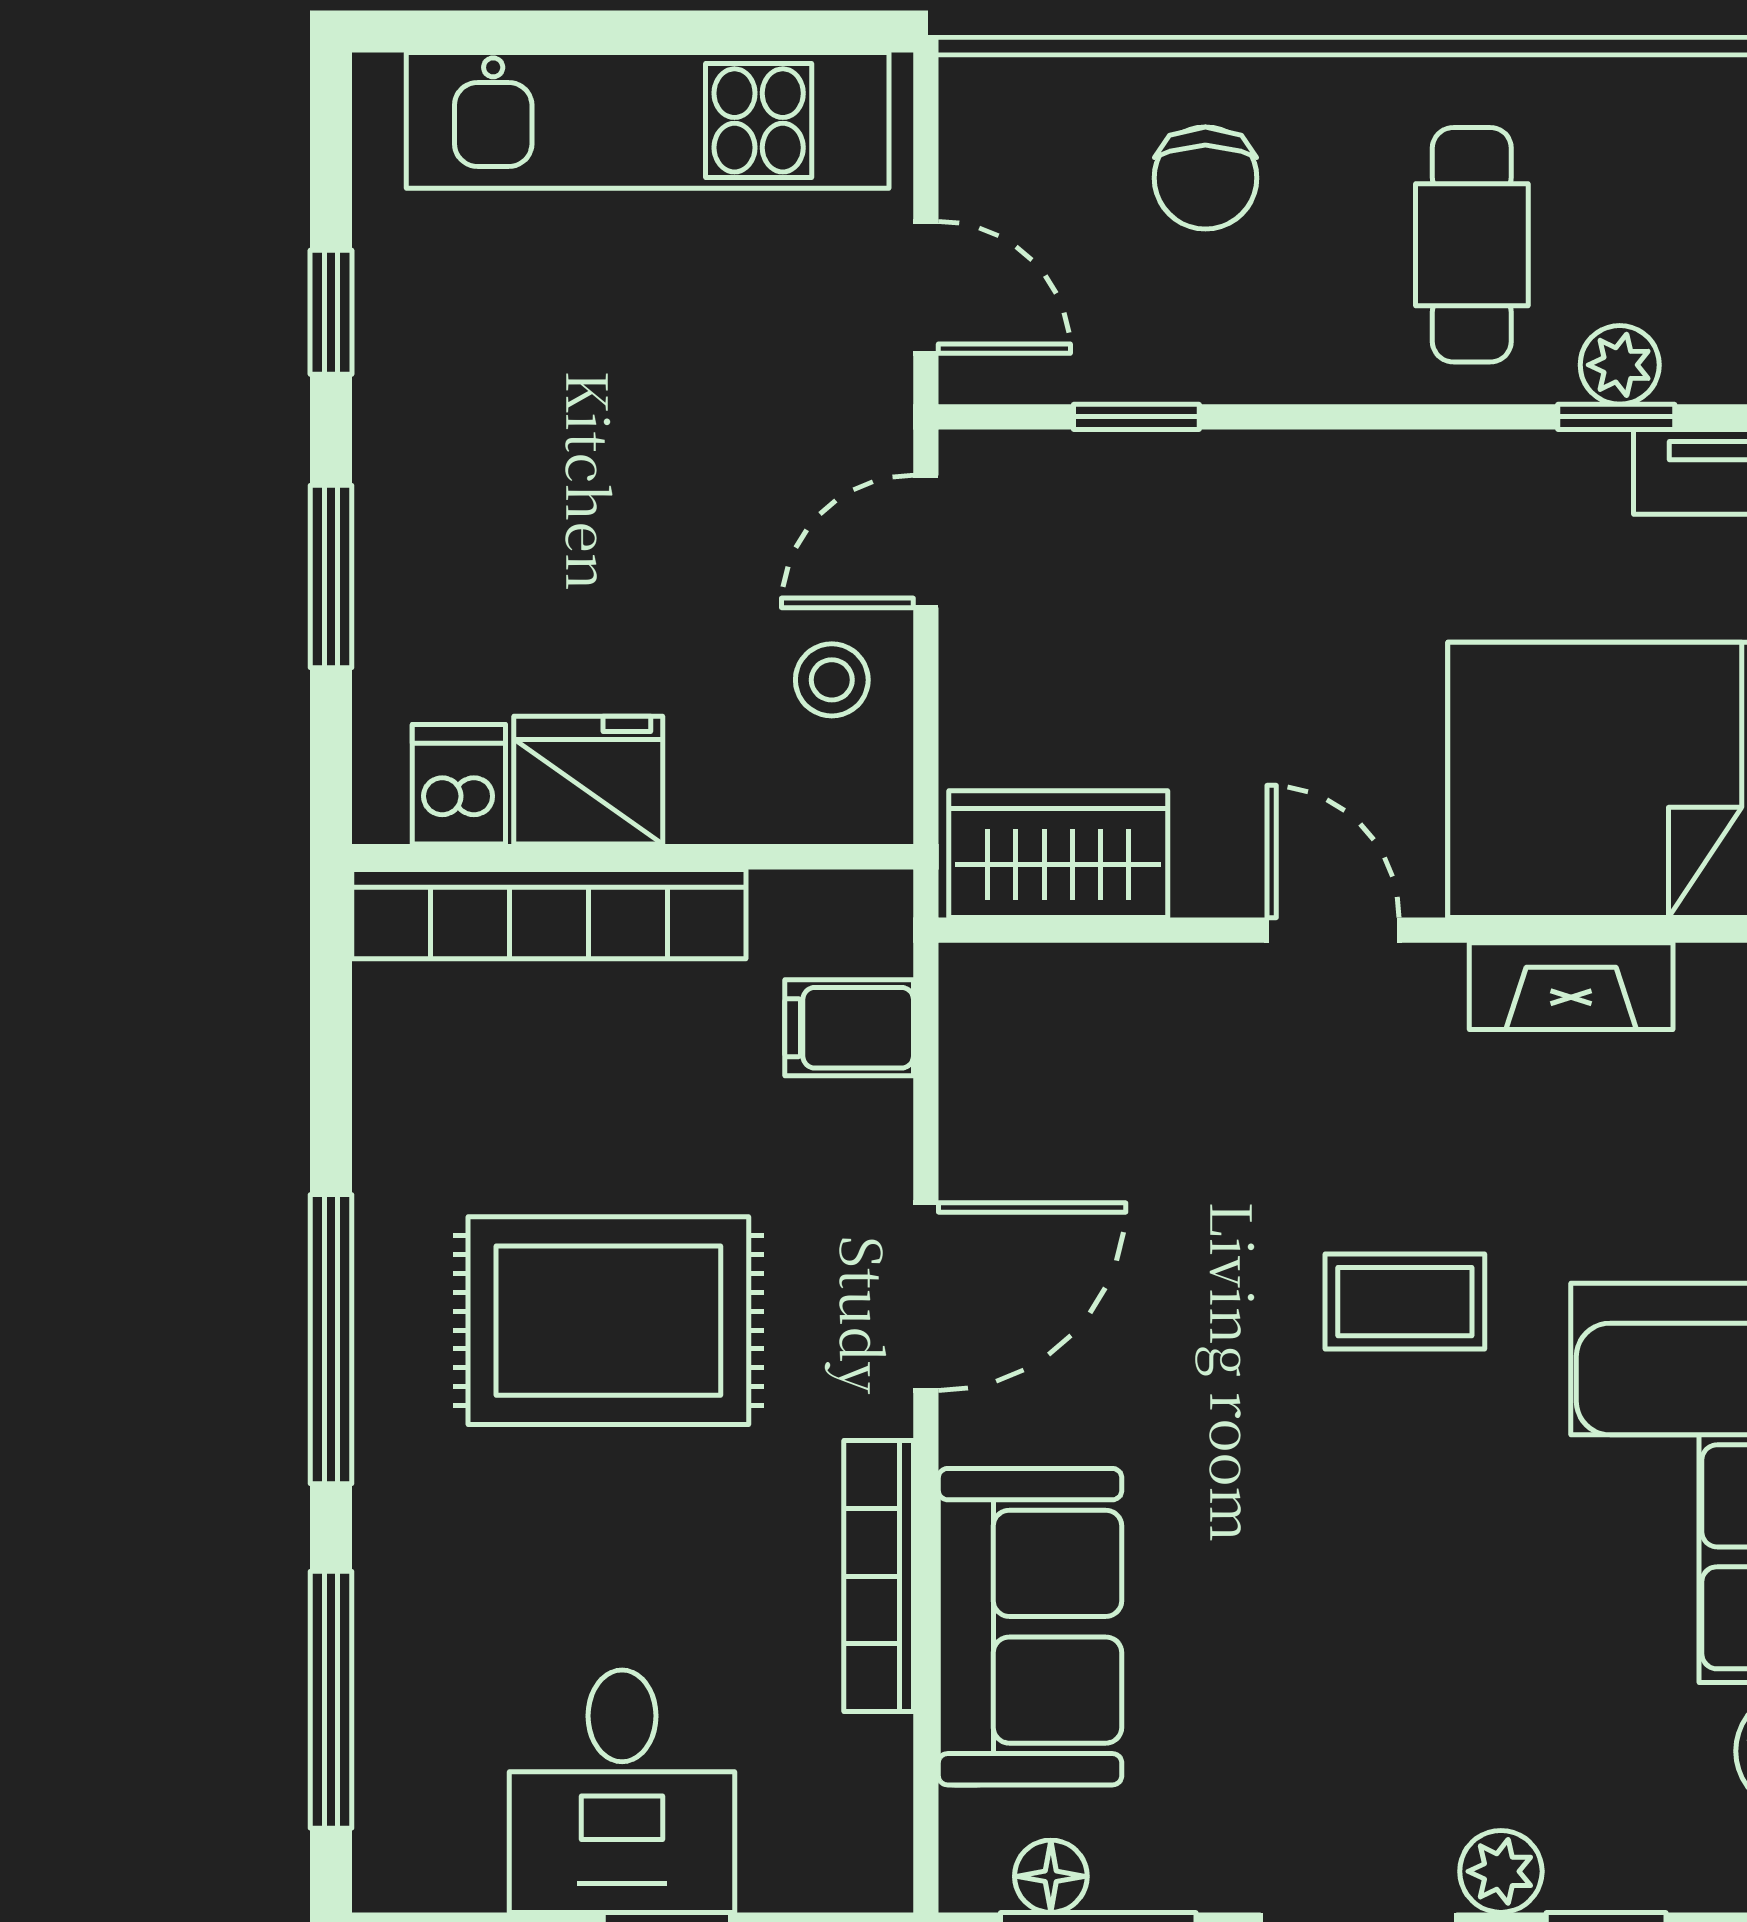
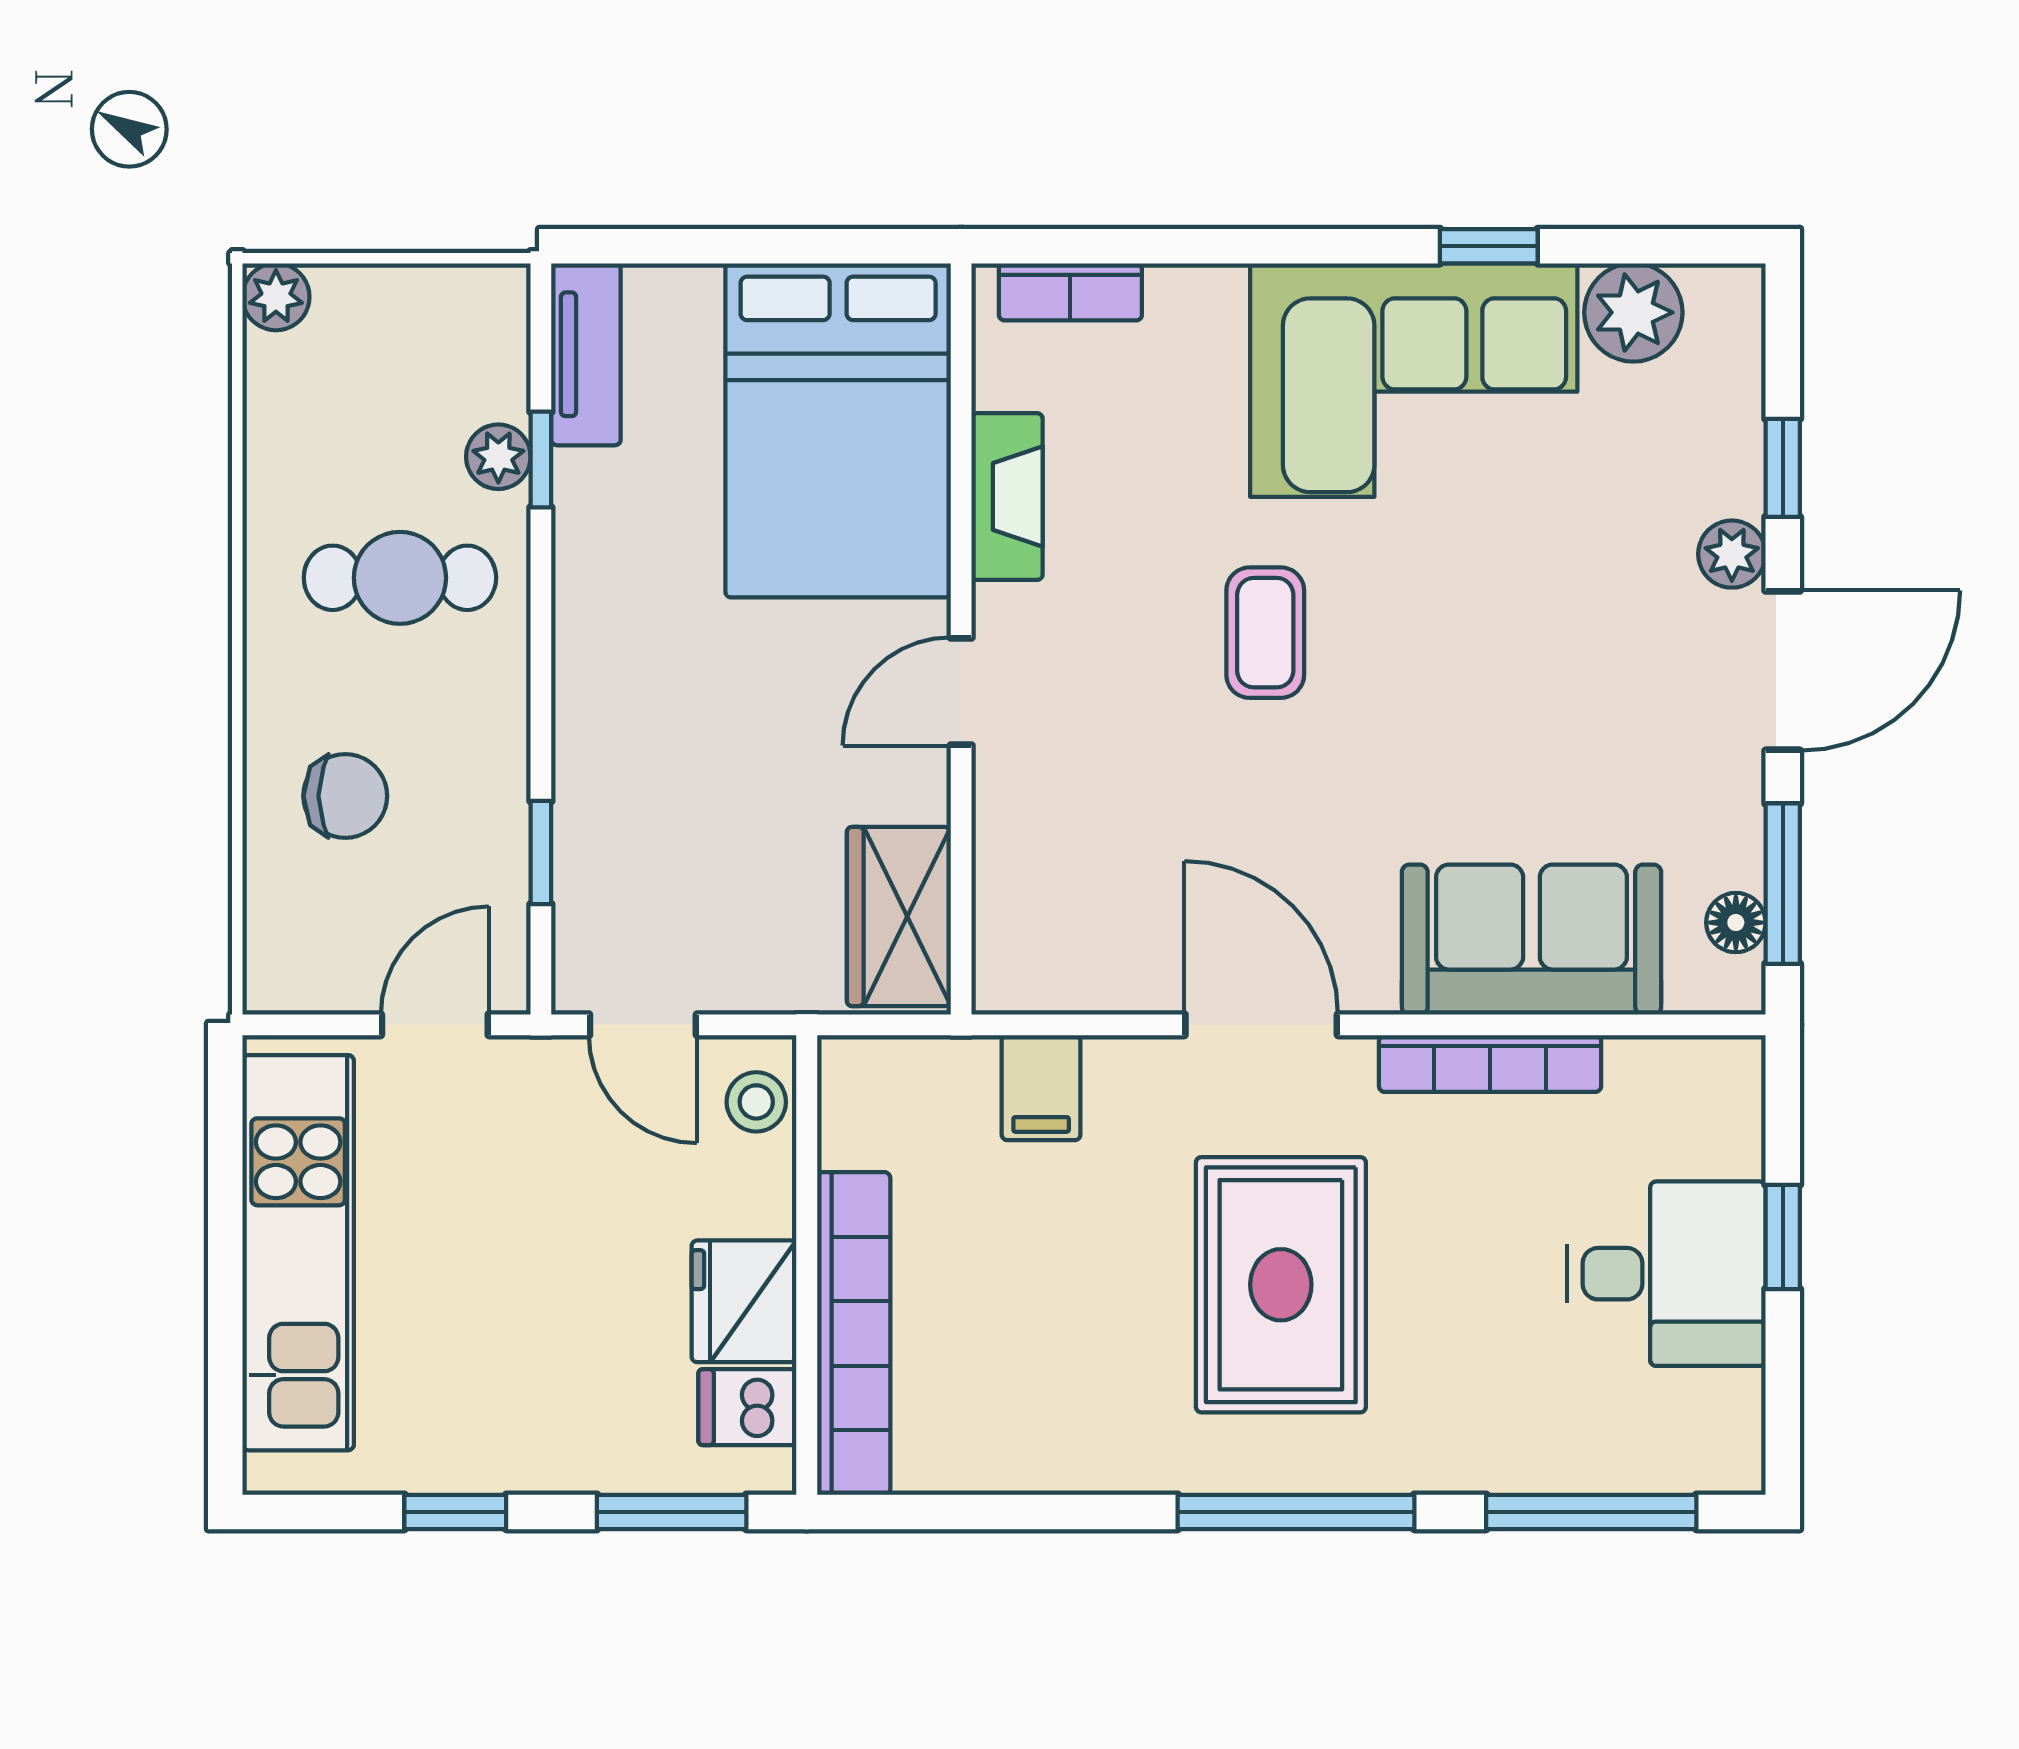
fridge: (588, 780) -> (744, 1301), moved
dishwasher: (459, 784) -> (747, 1407), moved
wall: (633, 857) -> (807, 1265), moved
bookcase: (549, 914) -> (854, 1333), moved

